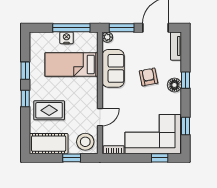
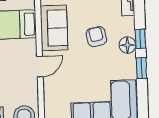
door: (100, 117) -> (40, 67), moved
window: (186, 126) -> (141, 68), moved

